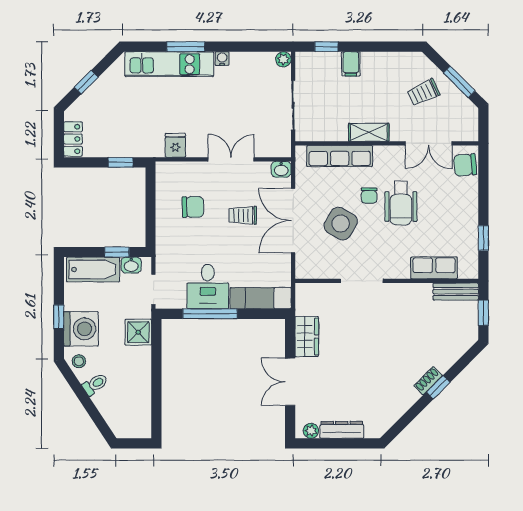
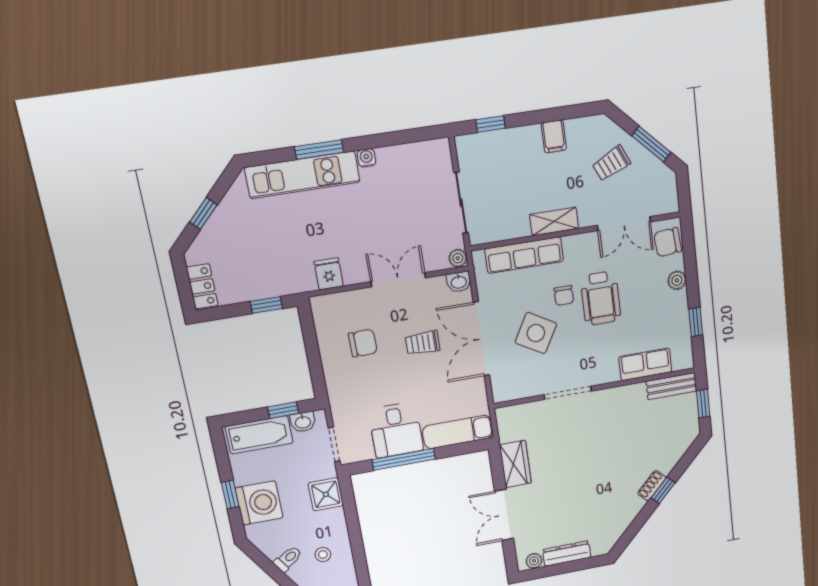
plant: (283, 59) -> (458, 258), moved
filing cabinet: (351, 64) -> (554, 136), moved
plant: (470, 199) -> (677, 280), added
stool: (79, 361) -> (323, 555), moved

